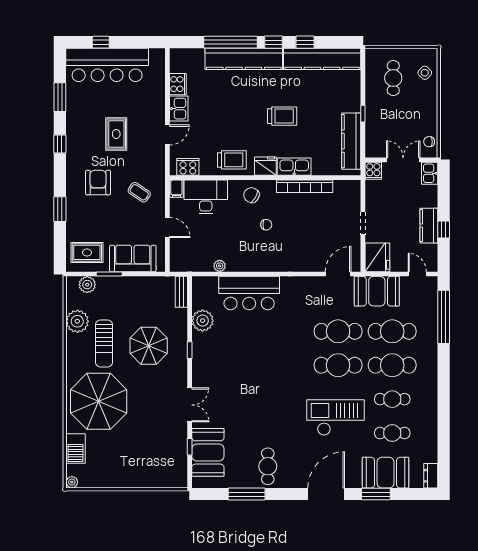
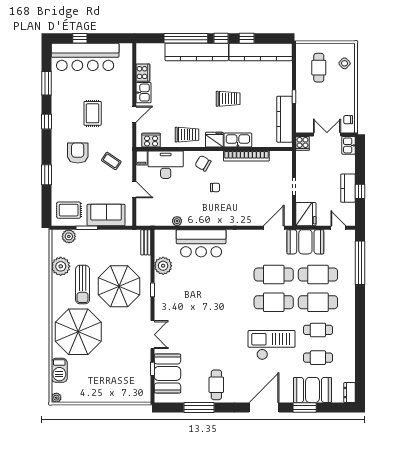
parasol: (149, 346) -> (119, 286), width x1.36, depth x1.36

